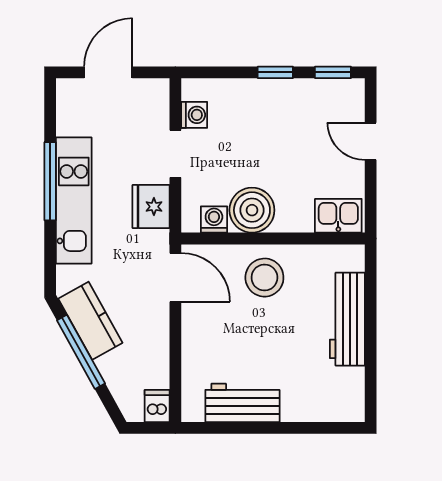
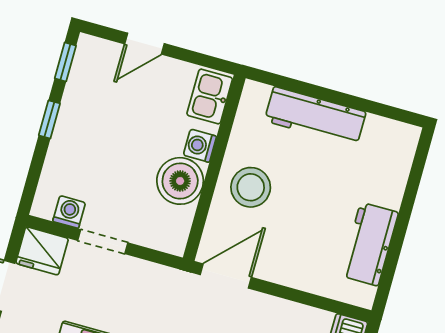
fridge: (151, 207) -> (42, 251), moved
washing machine: (214, 219) -> (200, 146), moved

